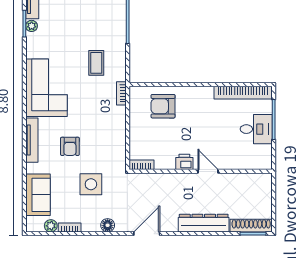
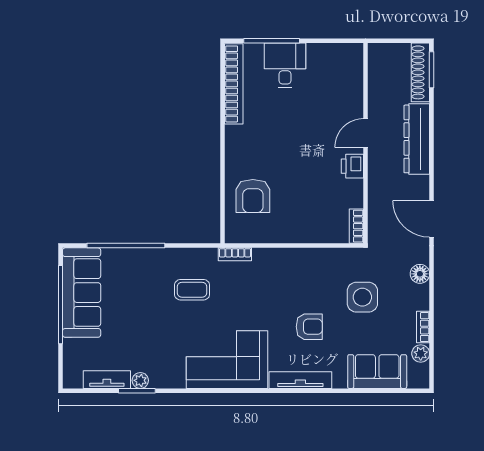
printer: (184, 162) -> (352, 166), moved
bookcase: (142, 165) -> (356, 226), moved
wall: (201, 171) -> (365, 143), moved
door: (208, 171) -> (365, 133), moved

